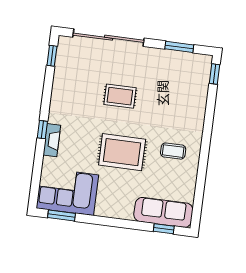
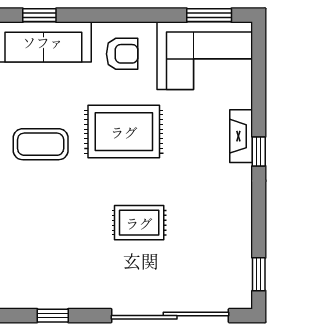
window: (179, 47) -> (53, 316), width x0.67
coffee table: (173, 151) -> (41, 144), width x1.36, depth x1.30
armchair: (117, 199) -> (122, 54), added

